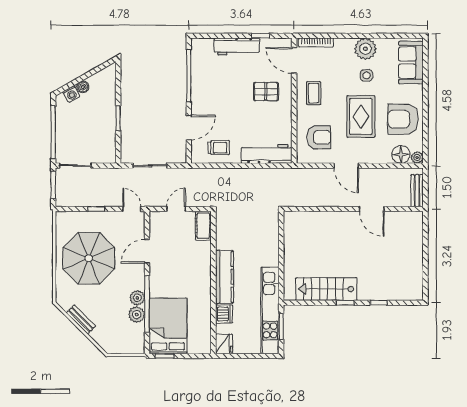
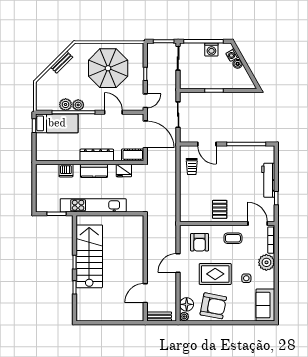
plant: (365, 49) -> (266, 262), moved
door: (294, 60) -> (258, 224), hinge flipped
sofa: (411, 63) -> (265, 305), moved, turned -90
pallet: (266, 92) -> (220, 209), moved
armchair: (403, 119) -> (213, 306), turned 101
washing machine: (64, 122) -> (211, 50), added
workbench: (267, 154) -> (187, 203), removed
door: (176, 209) -> (145, 134), width x1.87
door: (372, 209) -> (145, 293), moved
dresser: (203, 273) -> (97, 155), added
kitchen counter: (224, 277) -> (94, 171), width x0.67
stairs: (326, 289) -> (89, 256), width x1.36, depth x1.51
kitchen unit: (270, 310) -> (93, 205), moved
bed: (168, 326) -> (57, 123), width x0.67
fridge: (224, 344) -> (124, 171), moved

